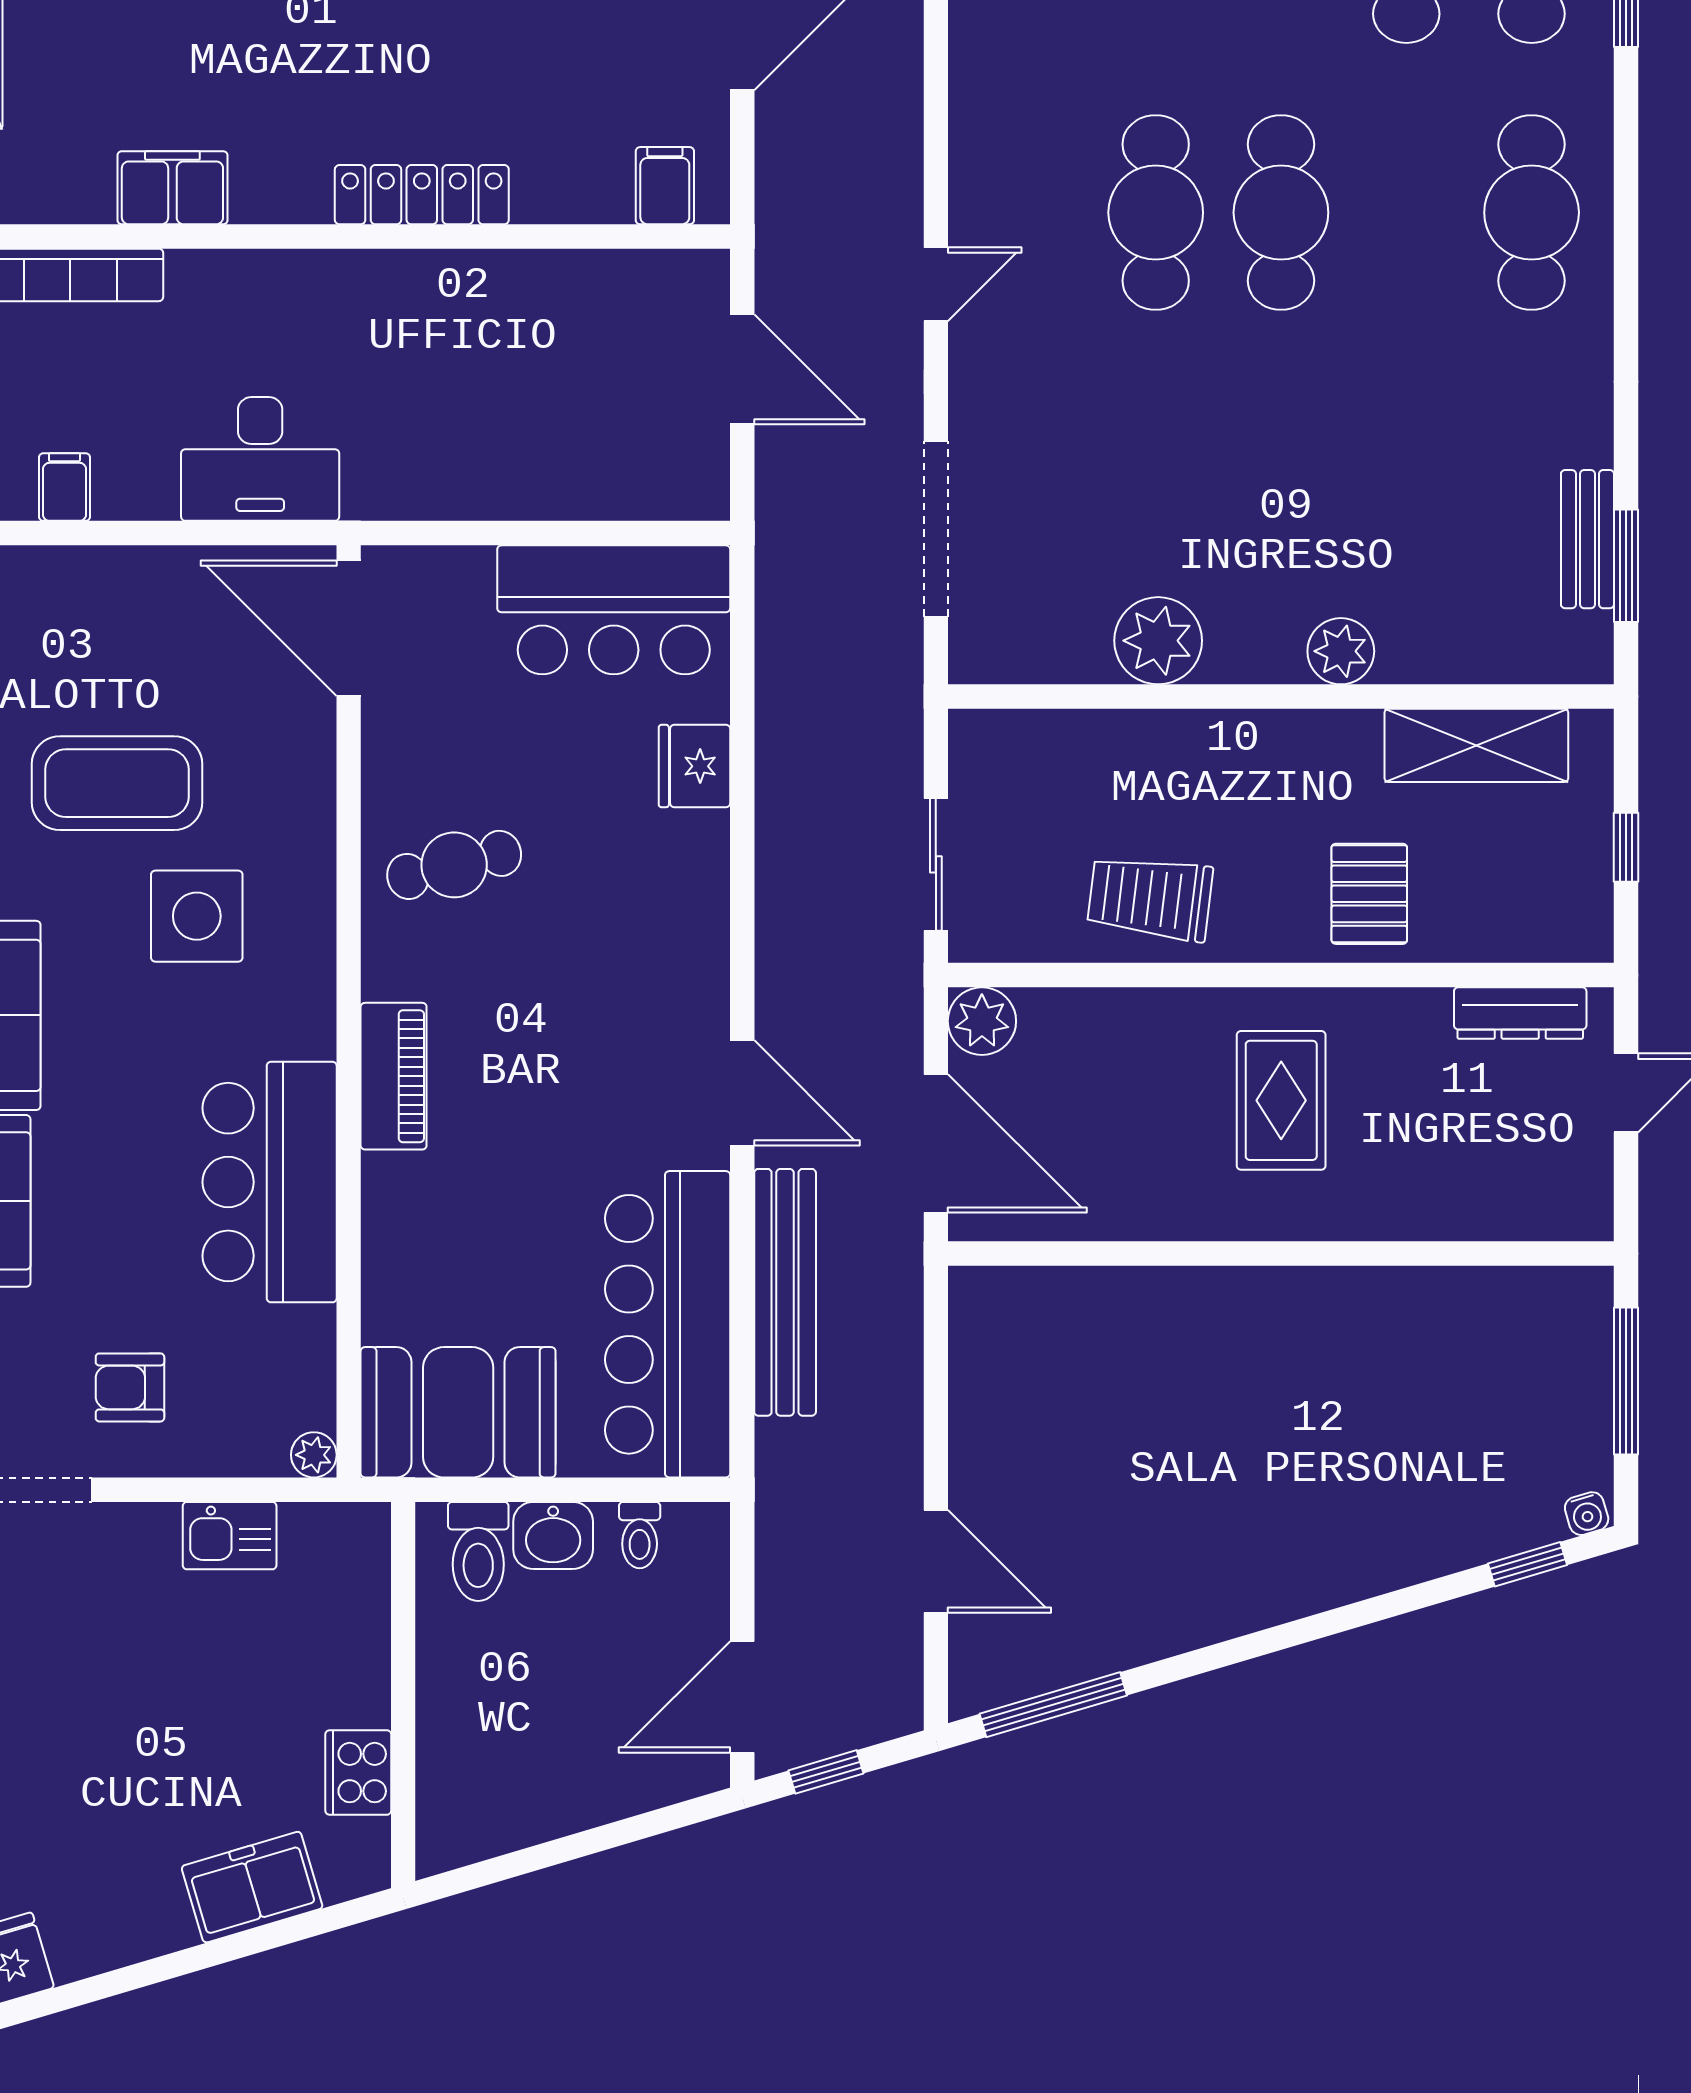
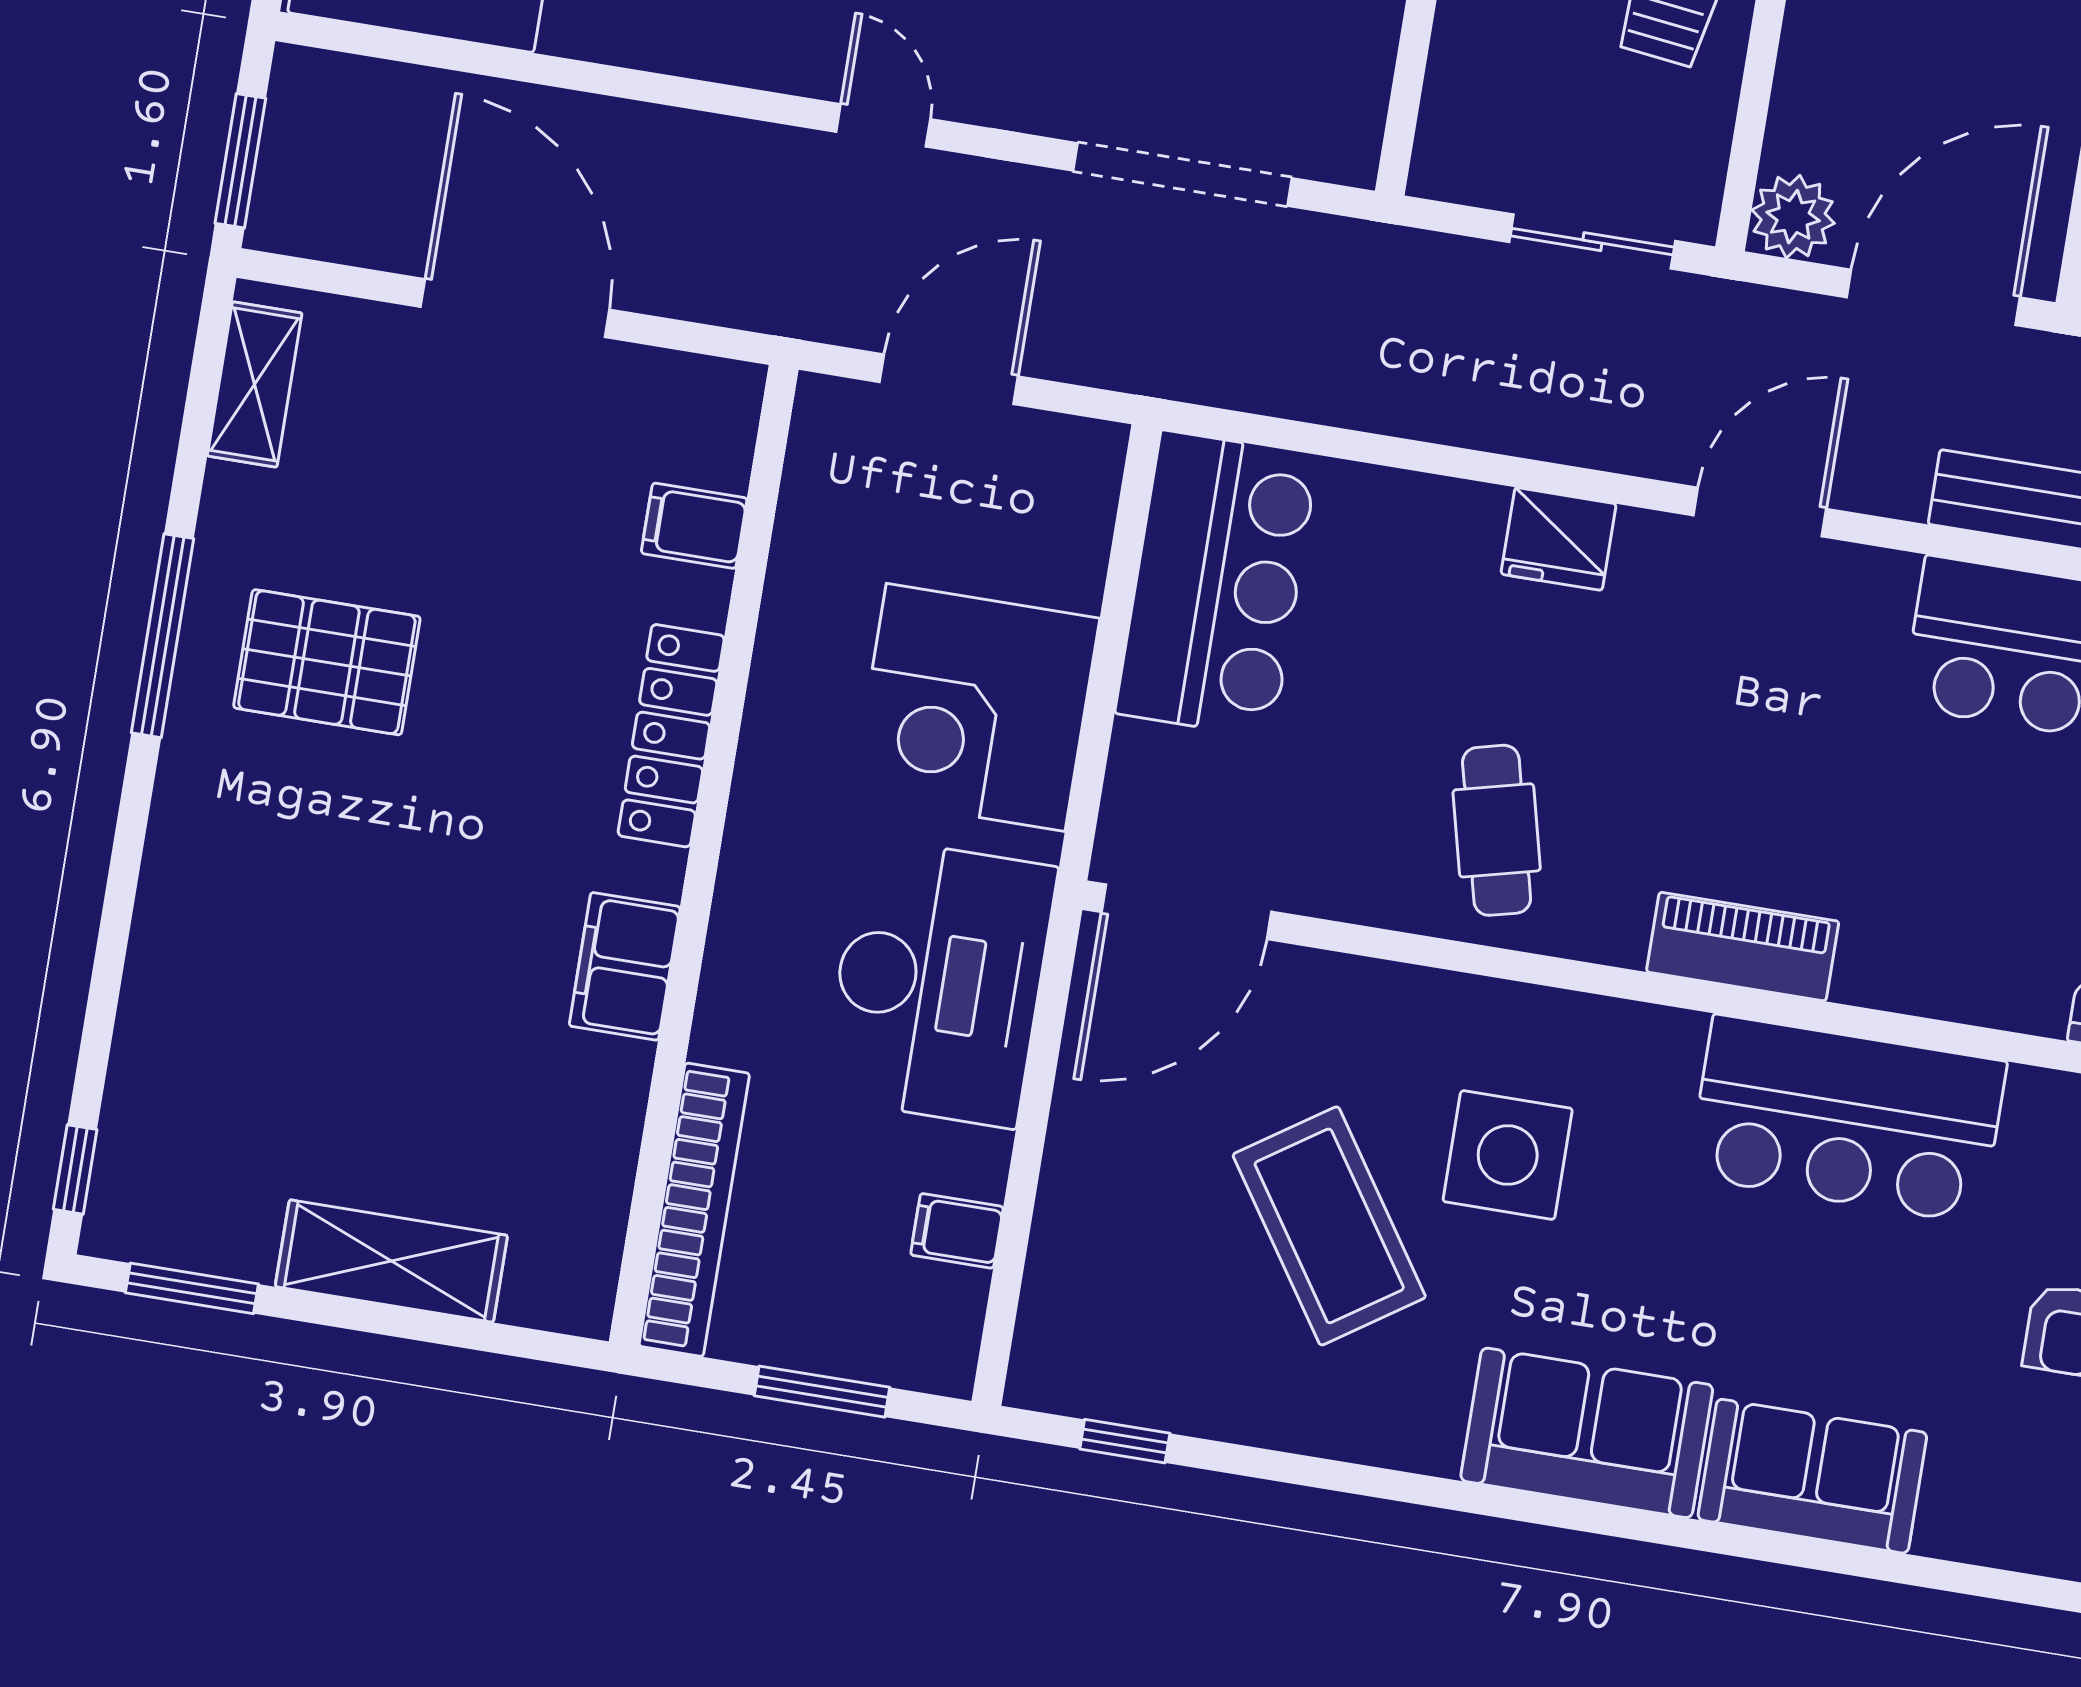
filing cabinet: (665, 186) -> (694, 526), moved
filing cabinet: (172, 188) -> (625, 966), moved
corner desk: (484, 434) -> (976, 707), added
desk: (260, 459) -> (939, 982), width x1.36, depth x1.30
fridge: (694, 766) -> (1559, 539), moved
coffee table: (117, 783) -> (1329, 1226), turned -34
door: (742, 1093) -> (1760, 512), moved

